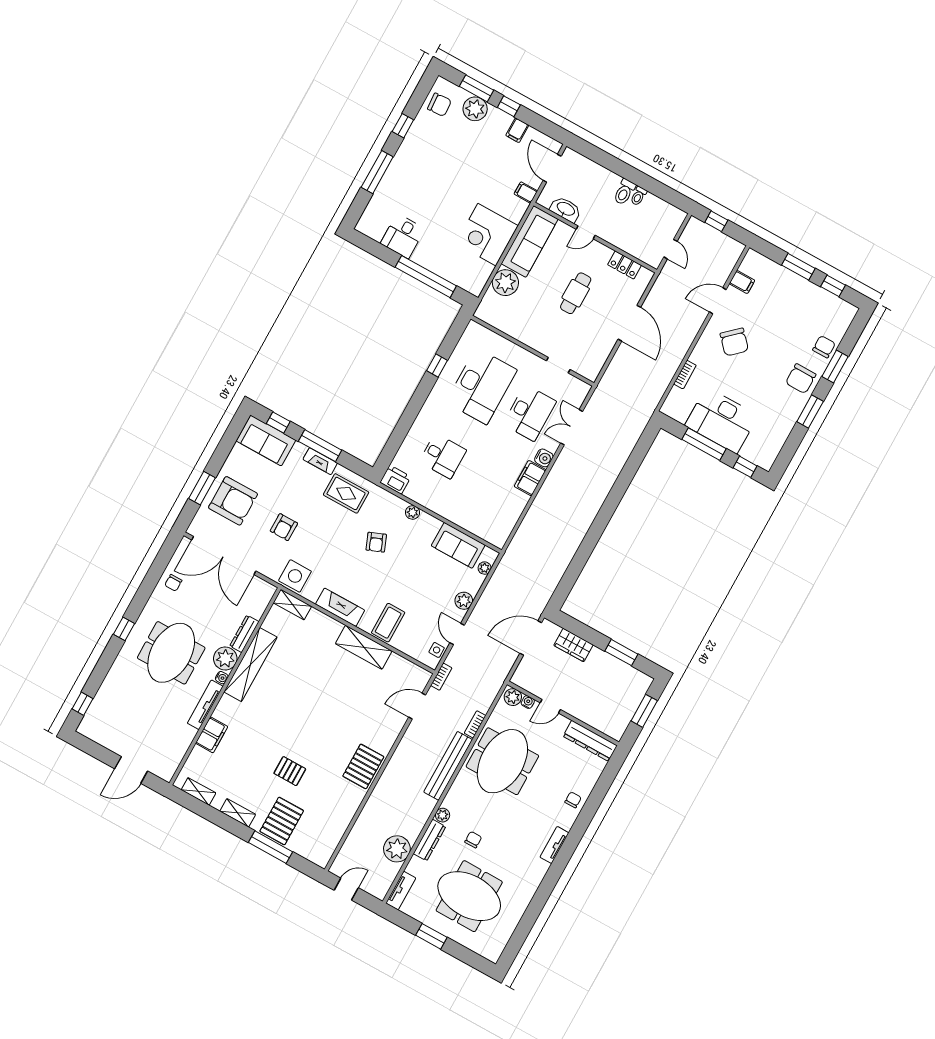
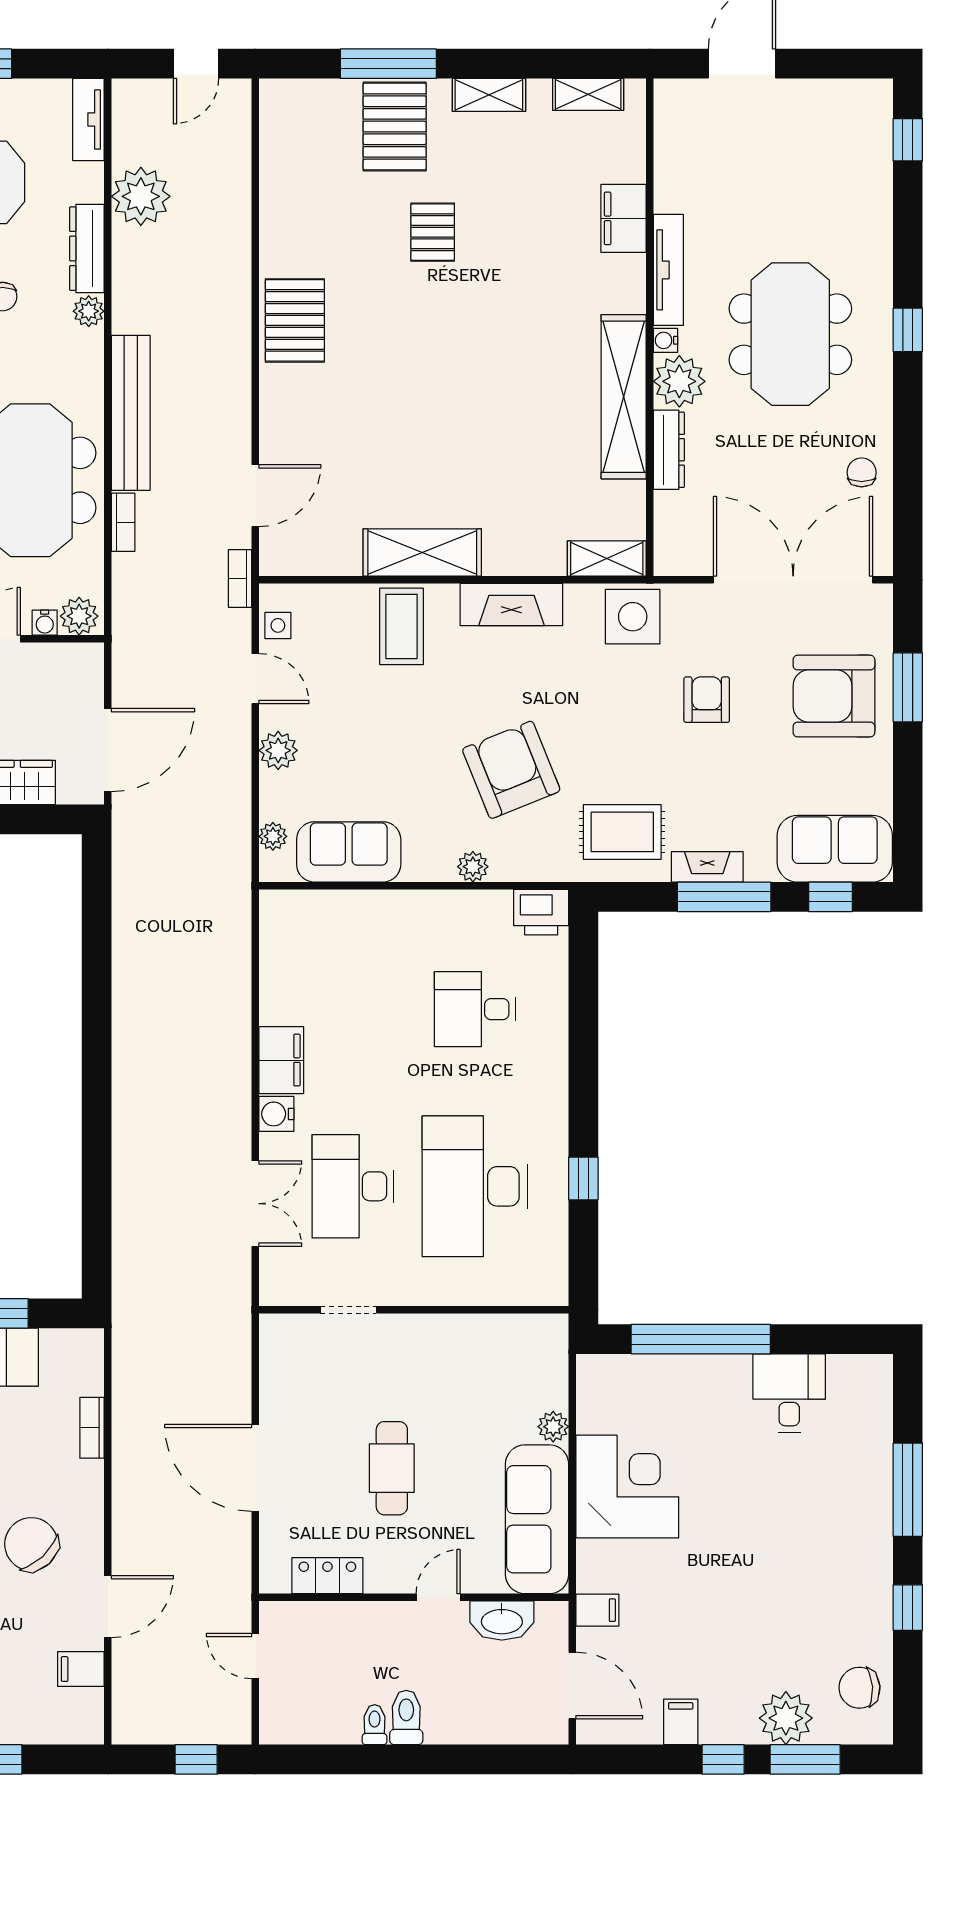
plant: (505, 283) -> (553, 1427), width x0.53, depth x0.53
armchair: (376, 542) -> (511, 770), width x1.88, depth x1.88
pallet: (290, 771) -> (433, 232), turned 90

